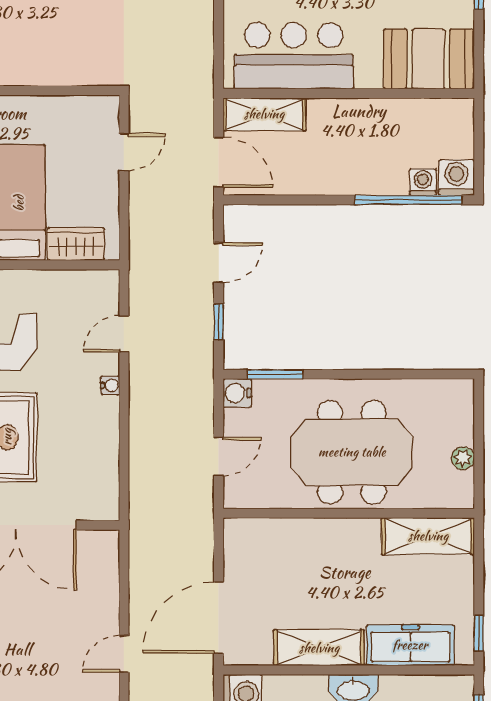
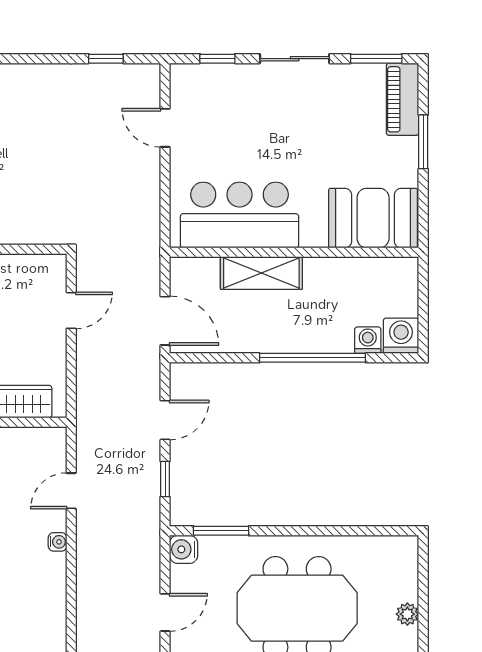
shelving: (264, 114) -> (261, 273), moved
window: (408, 200) -> (313, 358), moved

